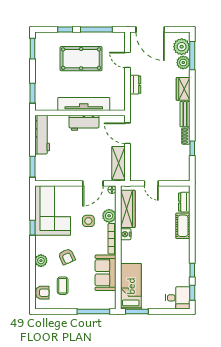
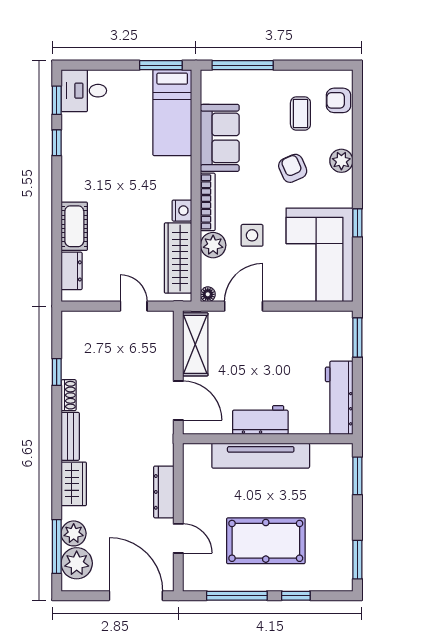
dresser: (135, 85) -> (164, 492), width x1.44

